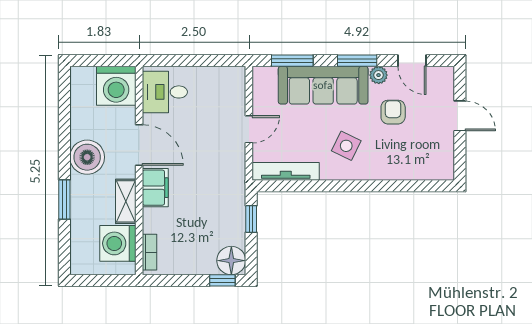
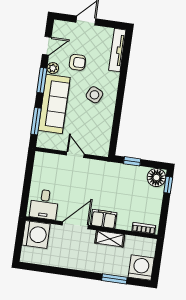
armchair: (393, 112) -> (77, 62), turned 180
boiler: (87, 157) -> (78, 259), removed
tv unit: (286, 171) -> (117, 50), moved
window: (64, 200) -> (114, 279), moved
washing machine: (118, 243) -> (141, 268), moved, turned 180

